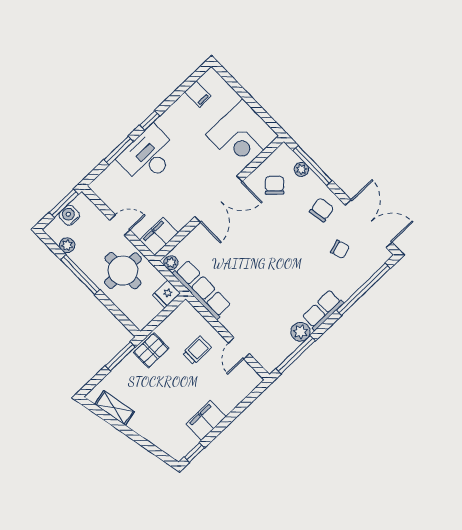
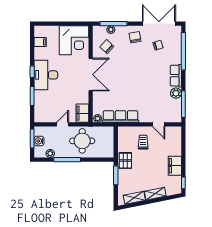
desk: (148, 156) -> (46, 75), moved
fridge: (166, 294) -> (109, 133), removed
shelving: (146, 430) -> (155, 194), added

